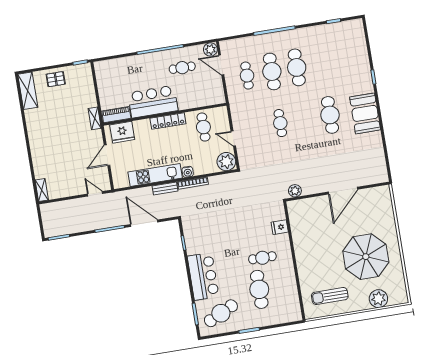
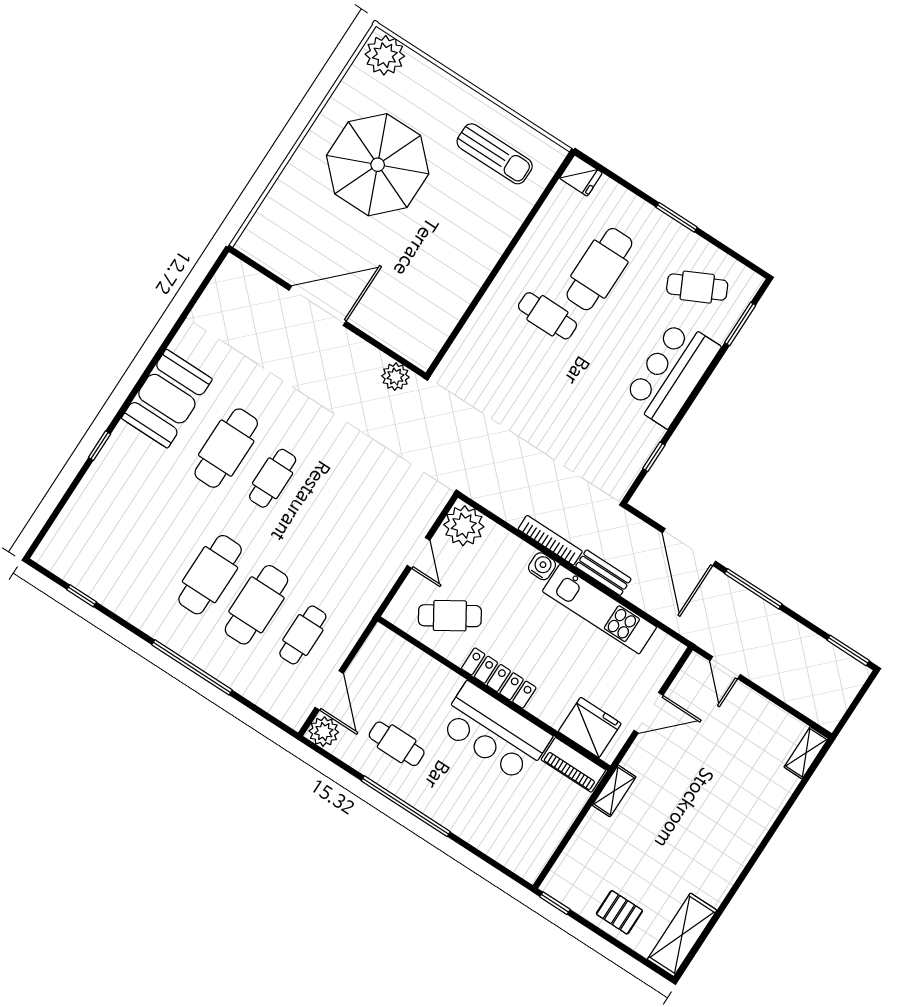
cafe table: (280, 123) -> (273, 478), moved
cafe table: (203, 127) -> (450, 616), turned 58
fridge: (280, 227) -> (581, 176), moved
plant: (378, 299) -> (385, 55), moved
cafe table: (221, 313) -> (697, 287), width x0.73, depth x0.74

